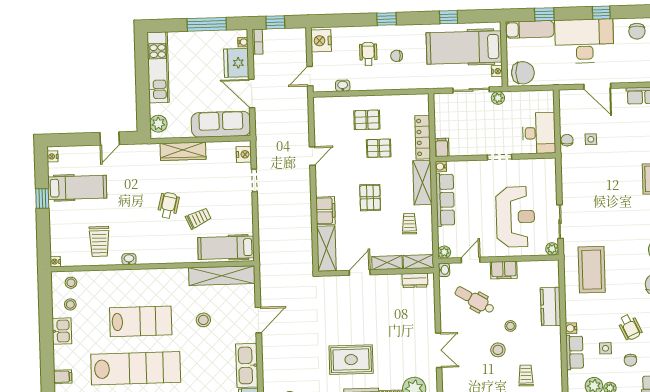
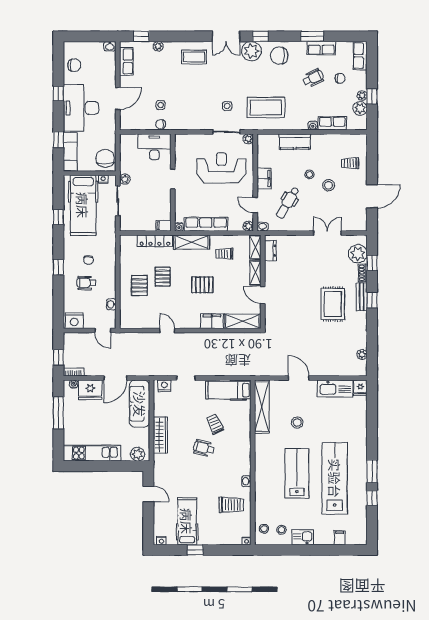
hospital bed: (226, 248) -> (228, 390), moved, turned 90
side table: (605, 348) -> (227, 106), moved

